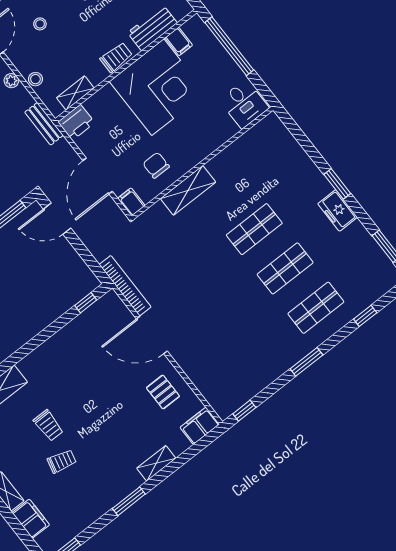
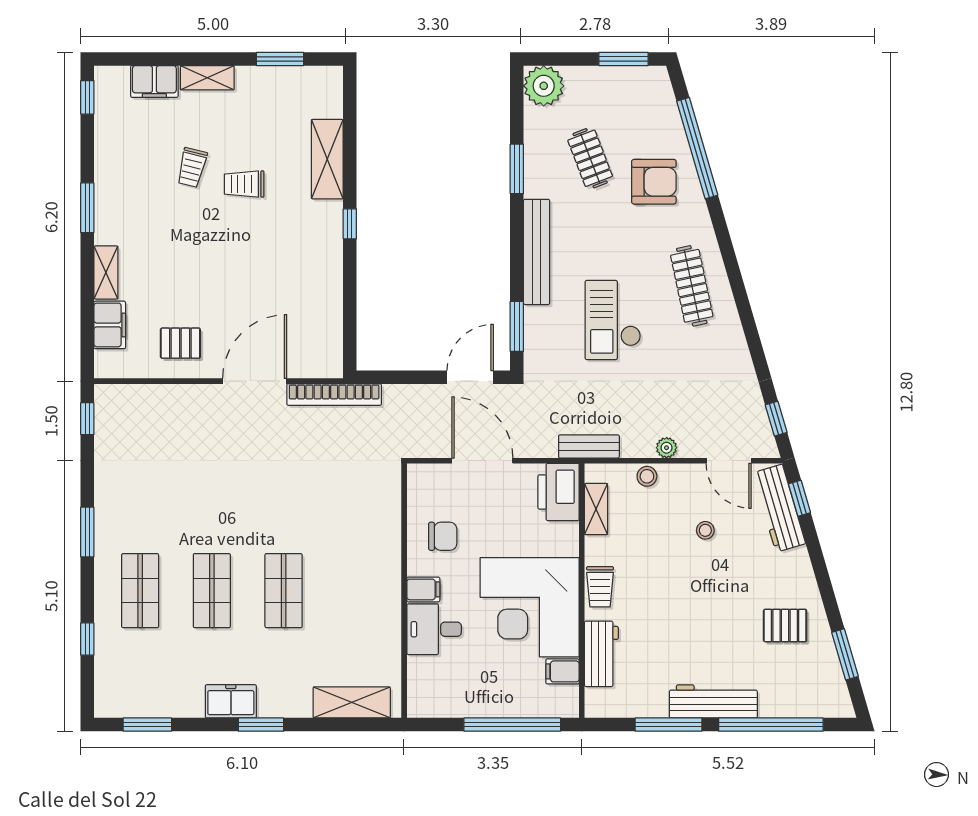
desk: (244, 104) -> (434, 629), moved
printer: (76, 122) -> (559, 492), width x1.37, depth x1.19
shelving: (188, 190) -> (352, 702), moved, turned 90
filing cabinet: (131, 202) -> (423, 589), moved
window: (86, 303) -> (350, 224), moved
filing cabinet: (200, 426) -> (110, 325), moved

